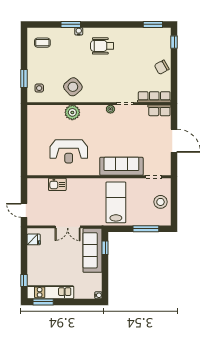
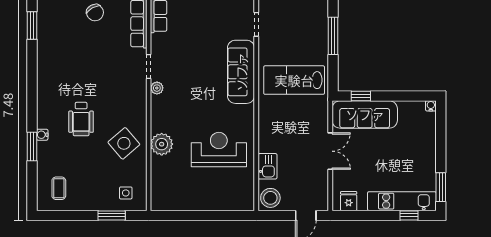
wheelchair: (102, 46) -> (81, 119), moved
reception desk: (69, 151) -> (219, 150), turned -90
stool: (160, 202) -> (270, 198), moved
kitchen unit: (50, 292) -> (402, 201), moved, turned 90

